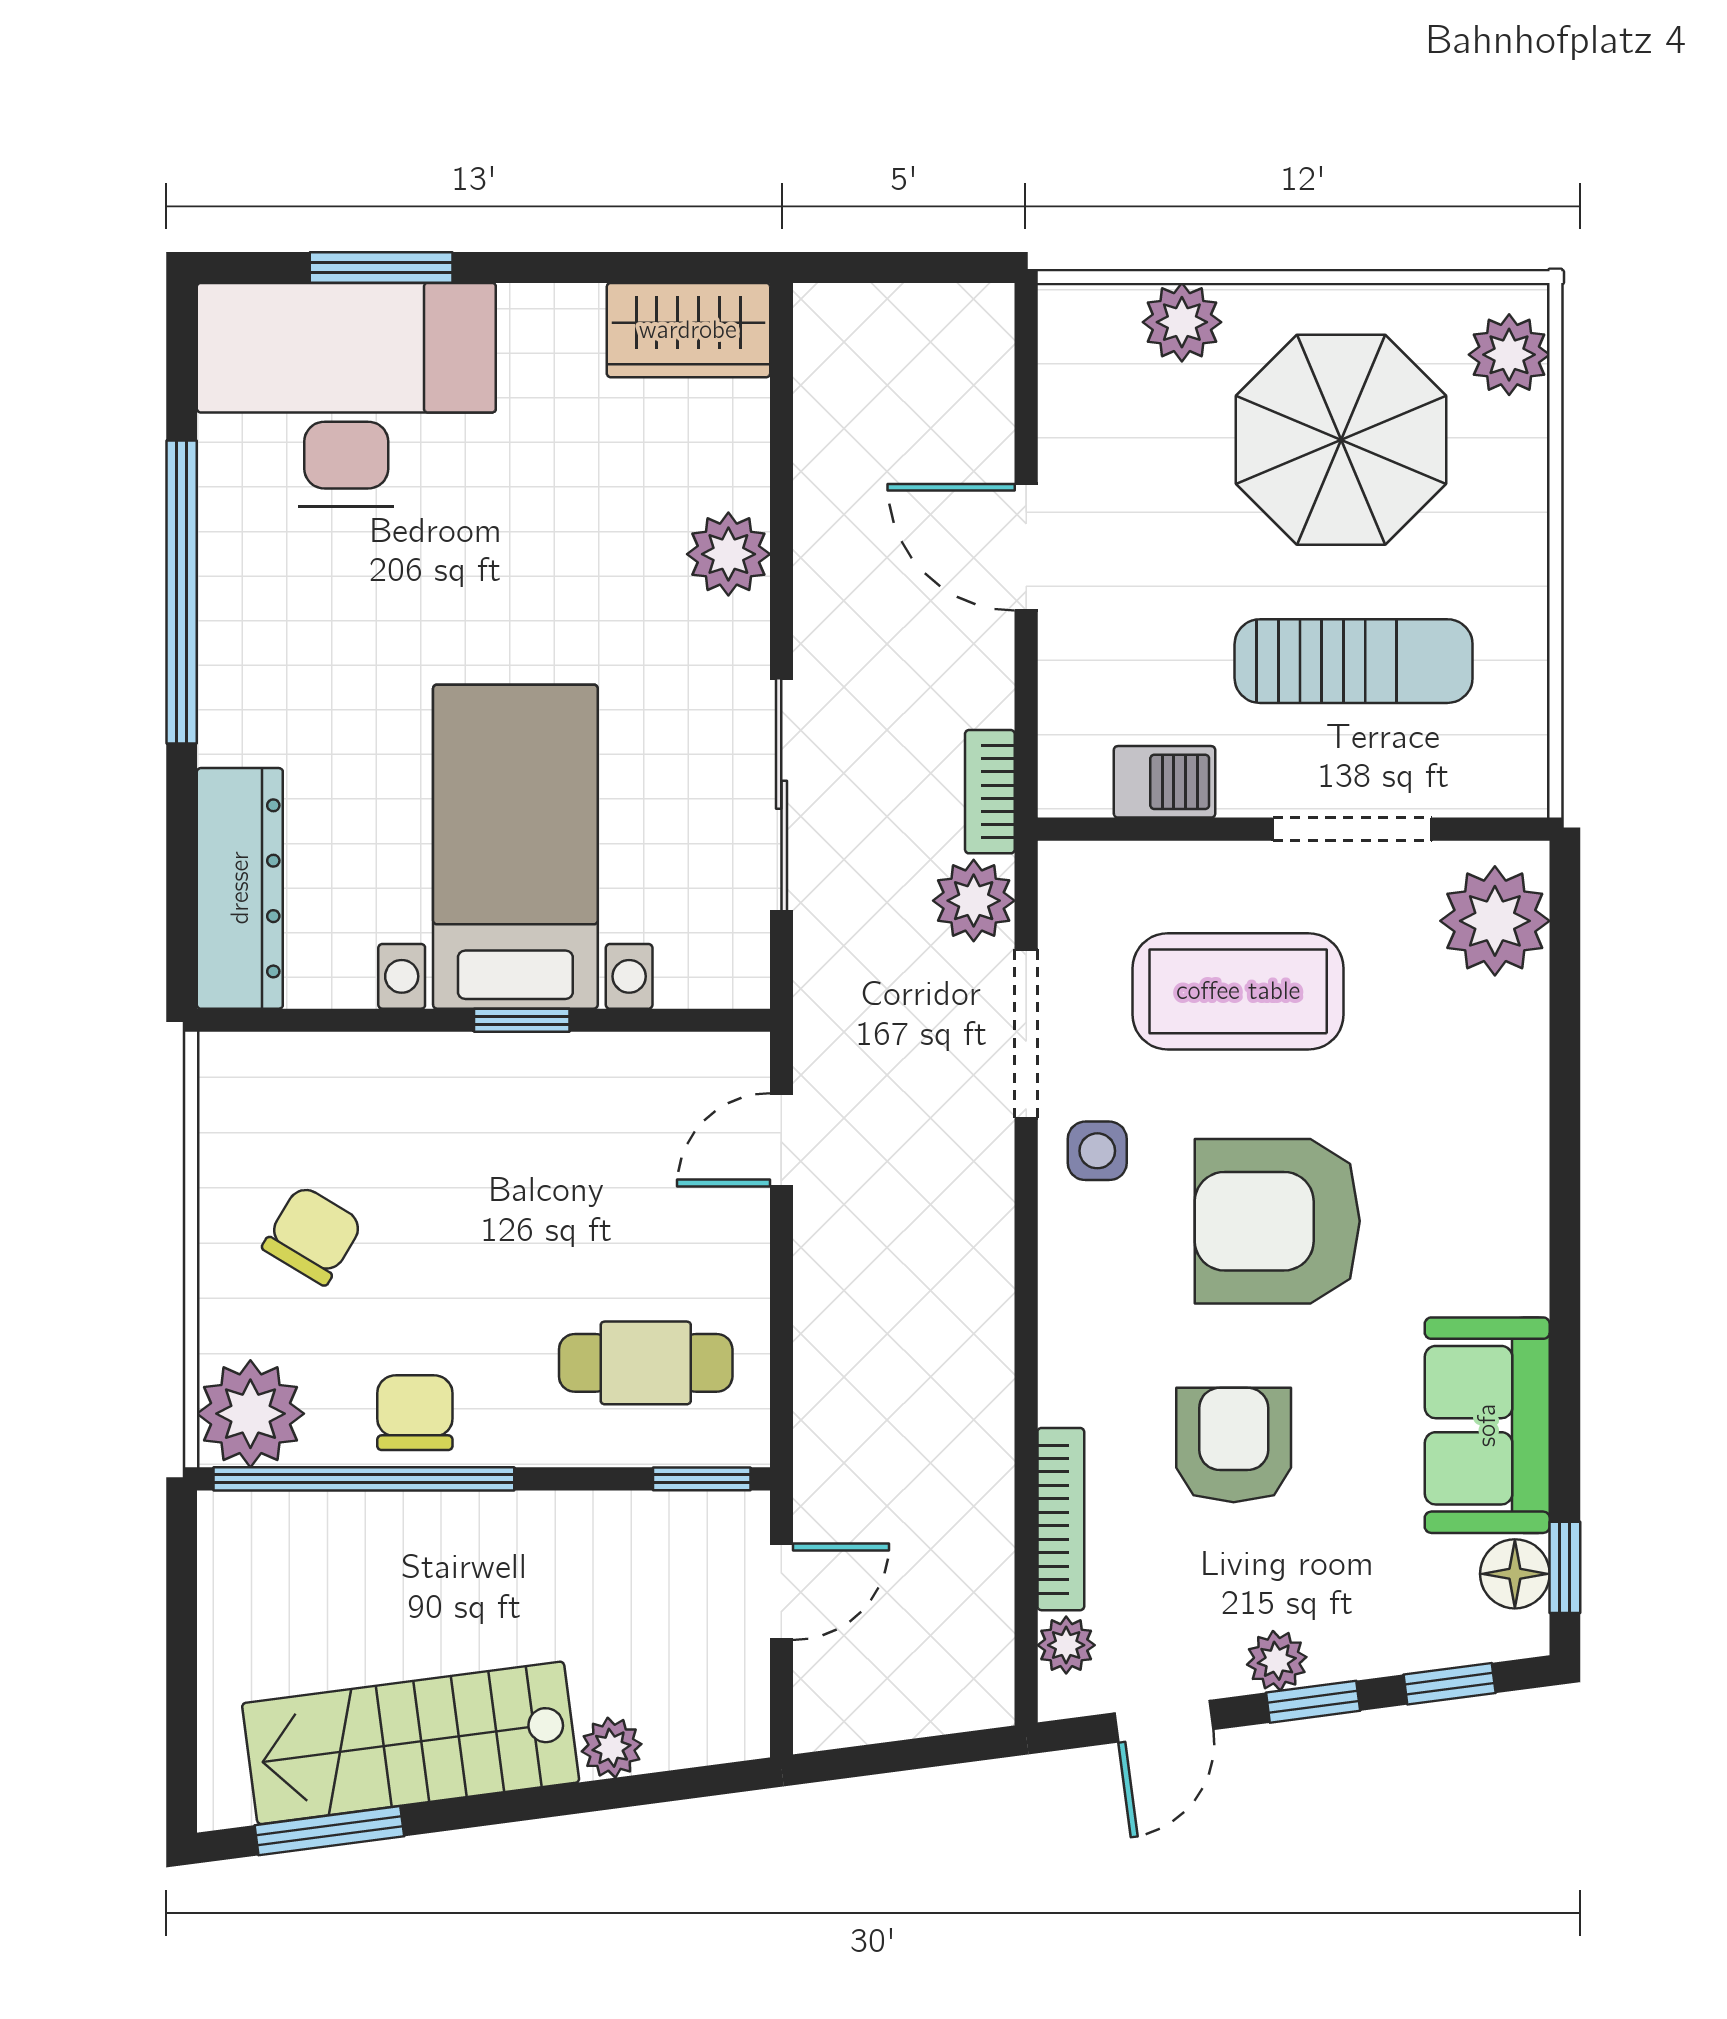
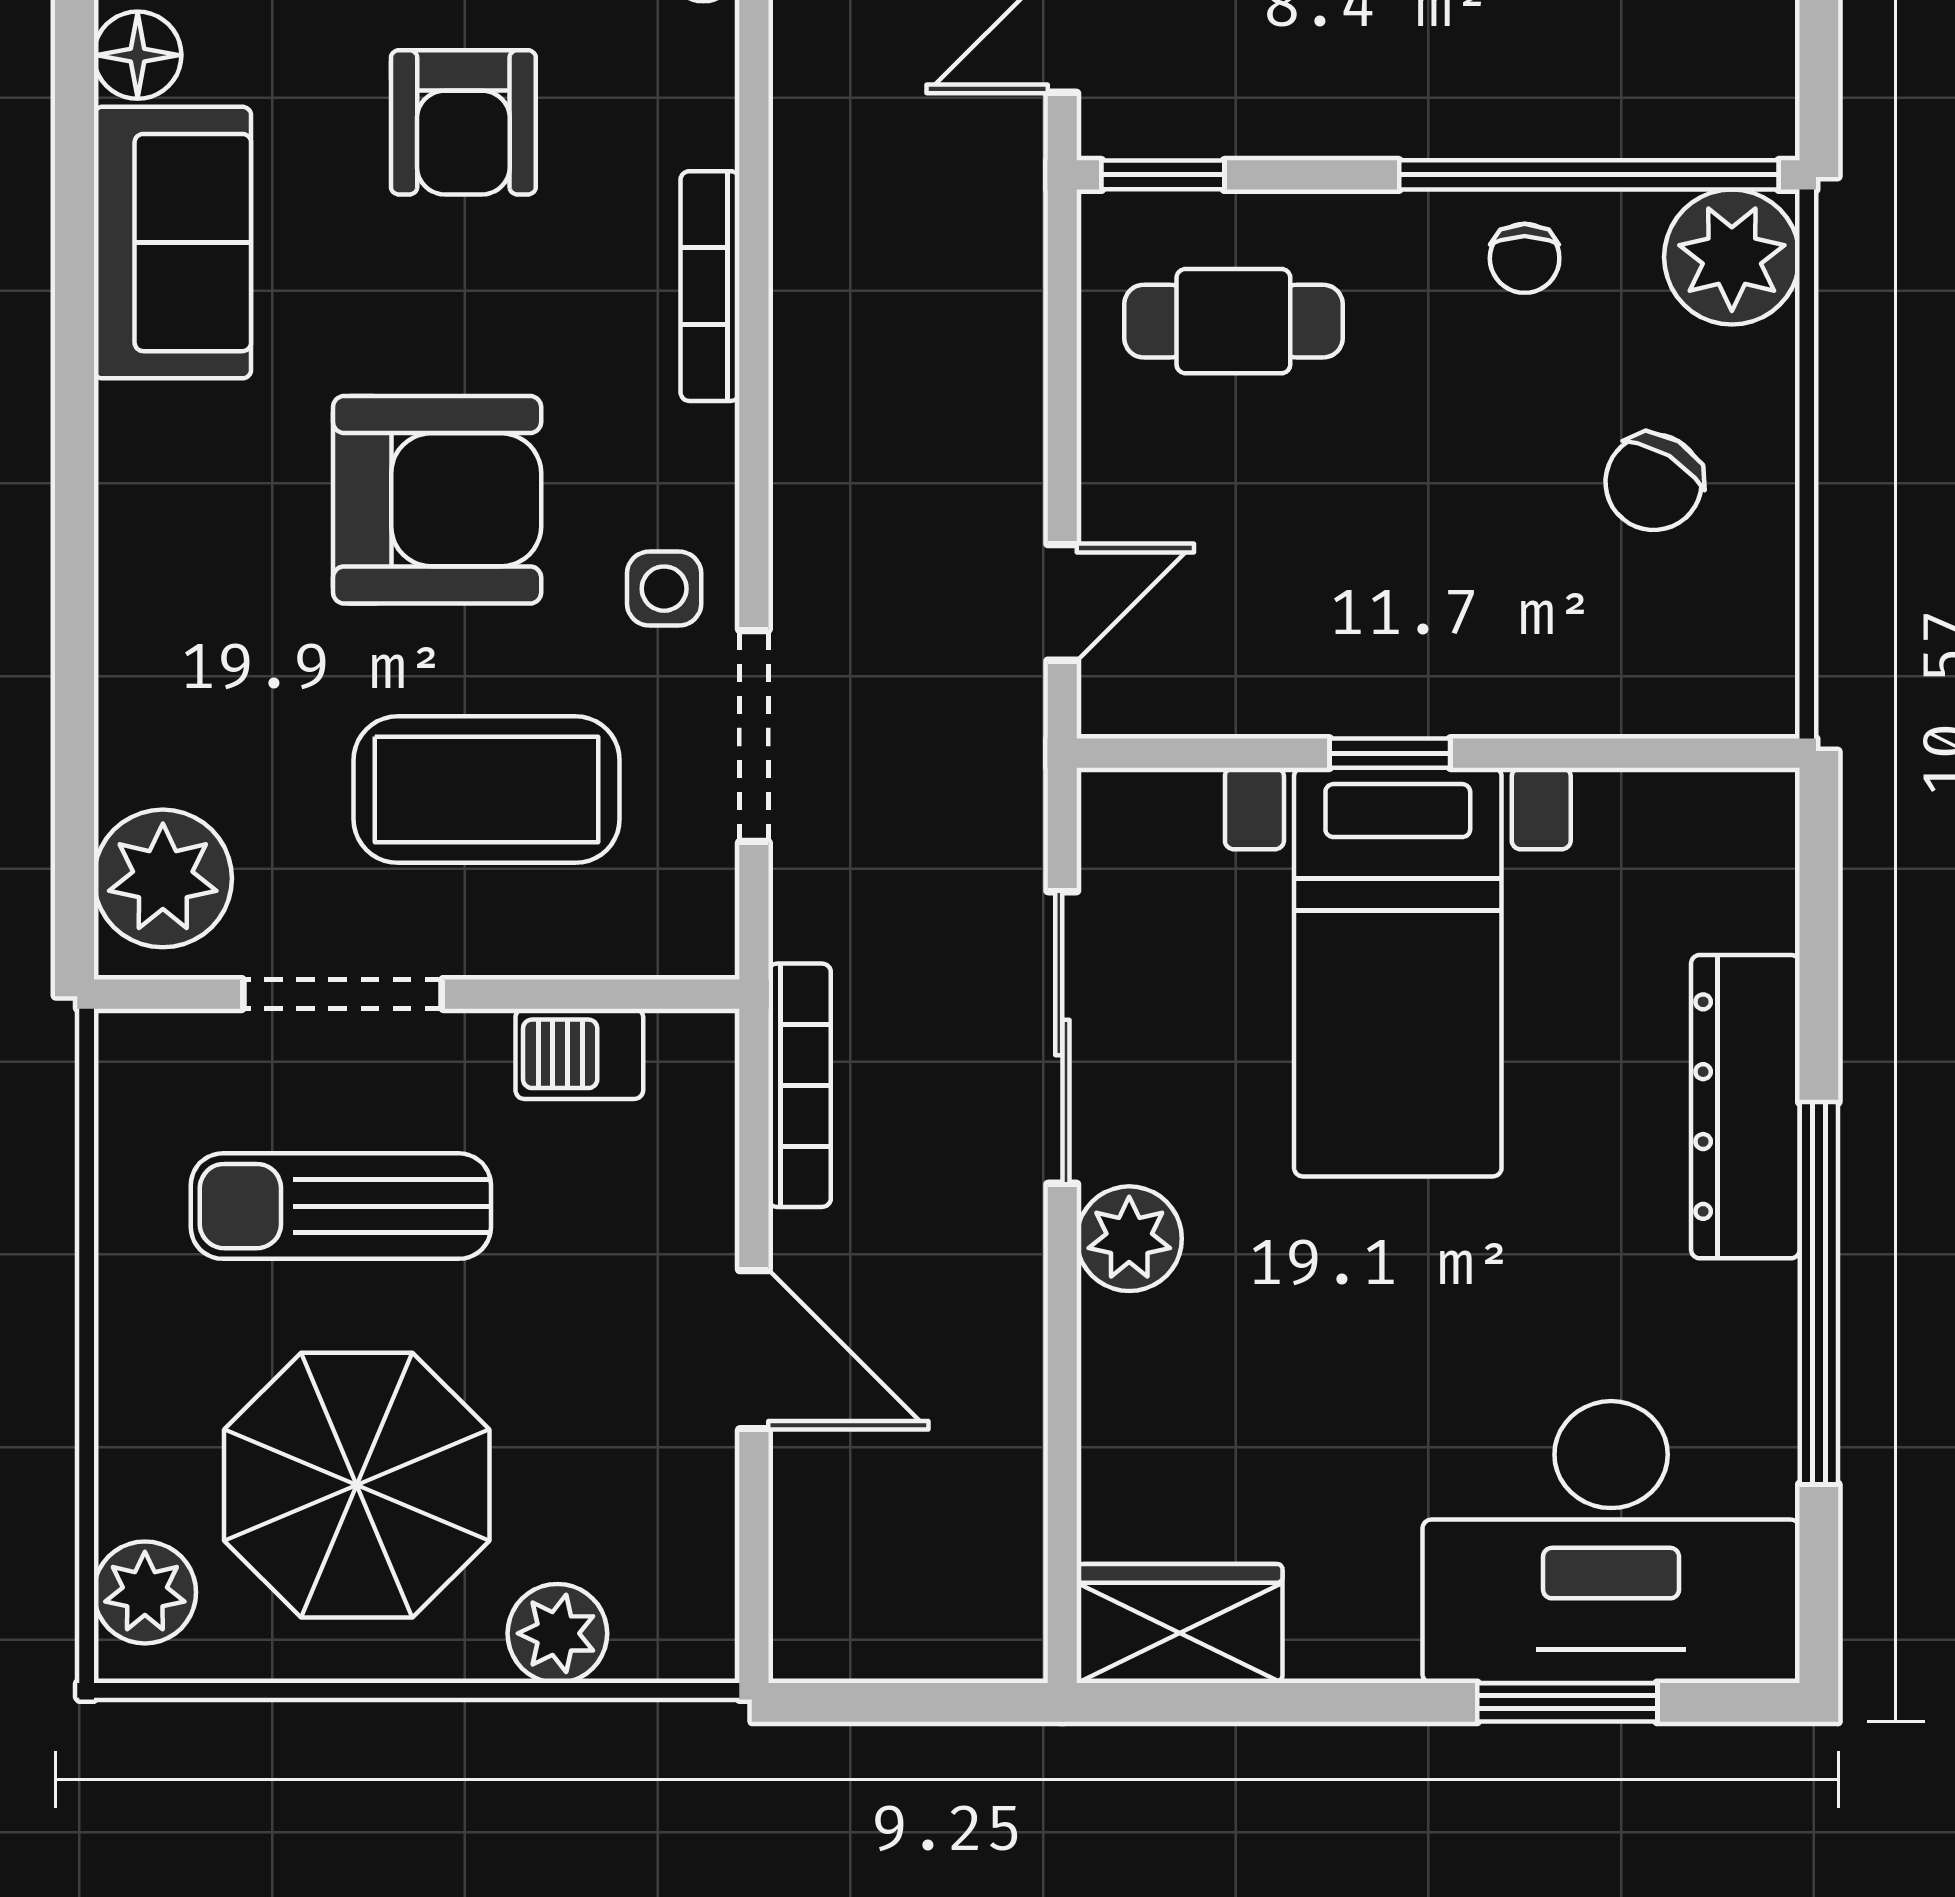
plant: (728, 554) -> (1129, 1239), moved
bookcase: (990, 792) -> (800, 1085), width x1.56
dresser: (240, 888) -> (1745, 1107), moved
plant: (974, 901) -> (820, 904), removed
chair: (415, 1413) -> (1525, 258), width x0.73, depth x0.73
armchair: (1234, 1445) -> (463, 122), moved
bookcase: (1061, 1519) -> (710, 286), moved
window: (1565, 1567) -> (75, 63), removed

